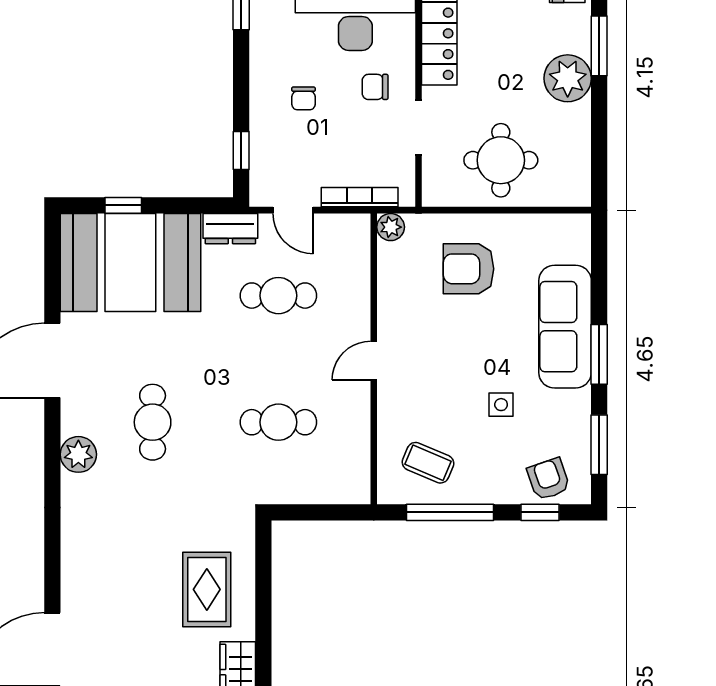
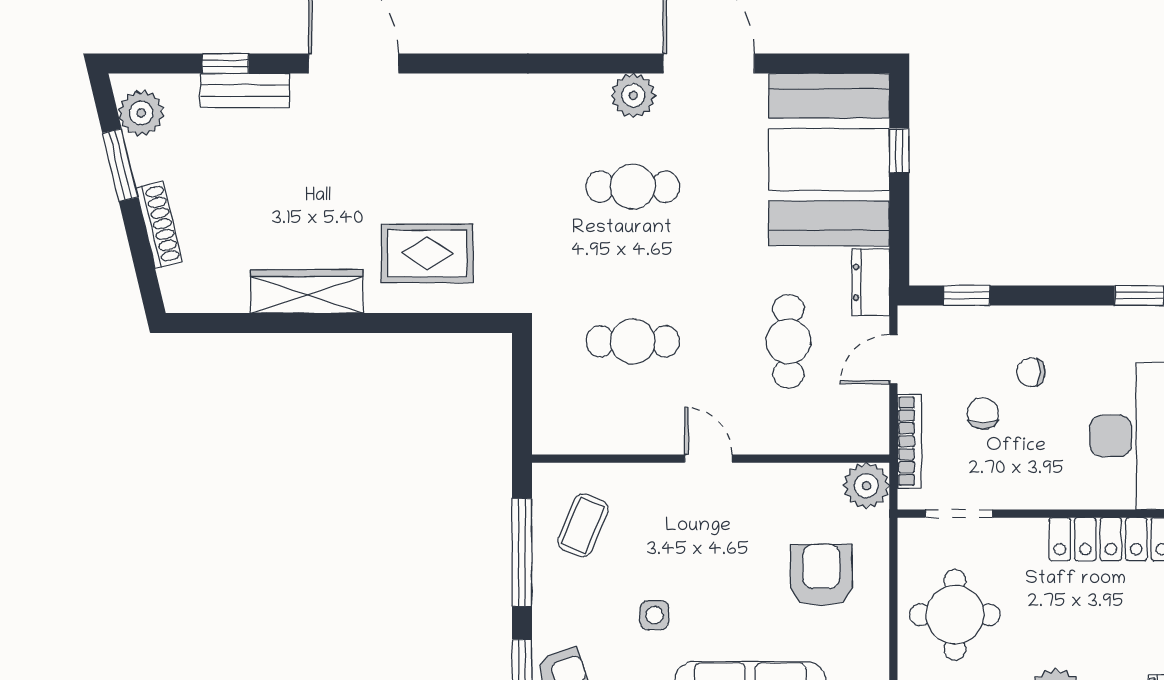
chair: (375, 87) -> (983, 413), moved
doorway: (419, 127) -> (959, 514), moved
plant: (391, 227) -> (866, 486), width x1.38, depth x1.38
cafe table: (278, 422) -> (633, 341), turned 90
plant: (78, 454) -> (633, 95), moved

